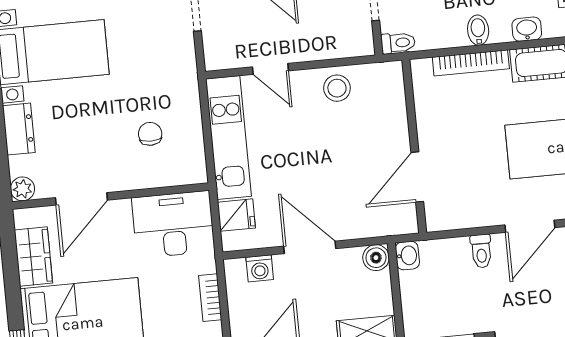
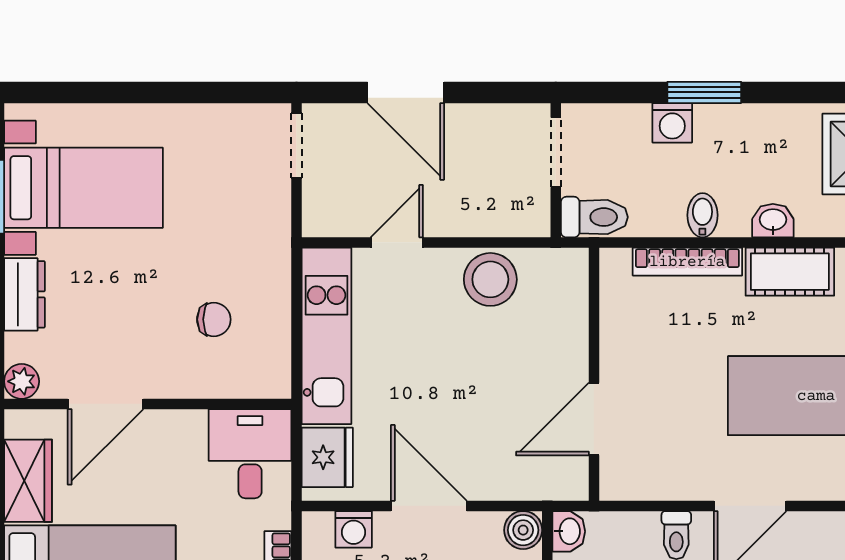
toilet: (398, 43) -> (594, 217), width x1.37, depth x1.39
door: (270, 69) -> (397, 242), swing flipped
stool: (337, 88) -> (490, 279), width x1.38, depth x1.38
chair: (150, 134) -> (214, 319), turned 90
fridge: (236, 215) -> (327, 457), width x1.38
desk: (173, 224) -> (250, 454), width x0.73

